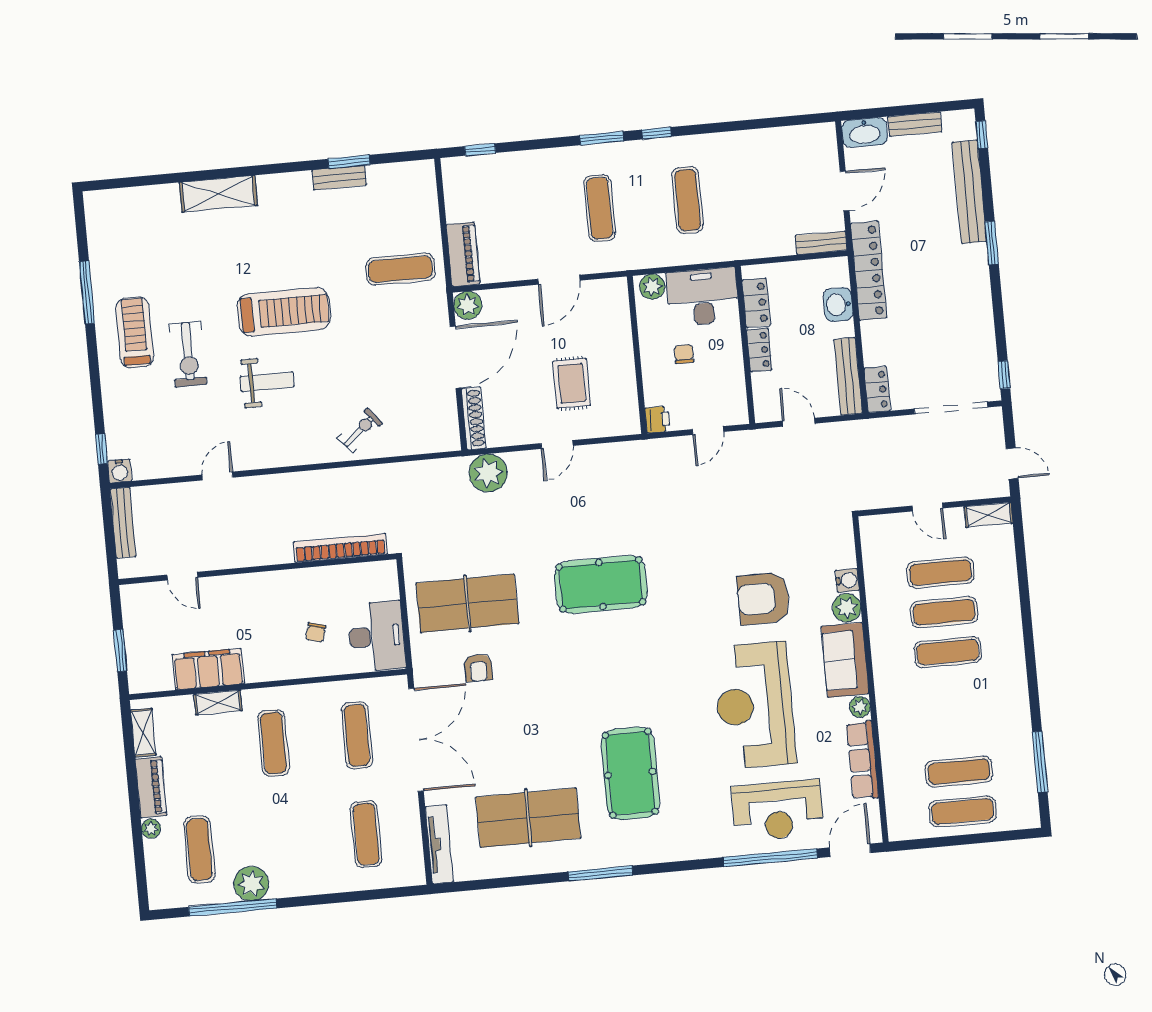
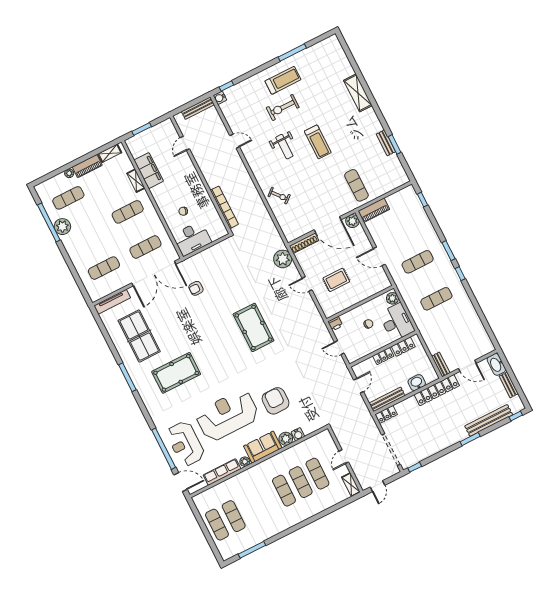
treadmill: (284, 312) -> (318, 142), width x0.73, depth x0.73
table tennis table: (467, 603) -> (222, 272), removed

